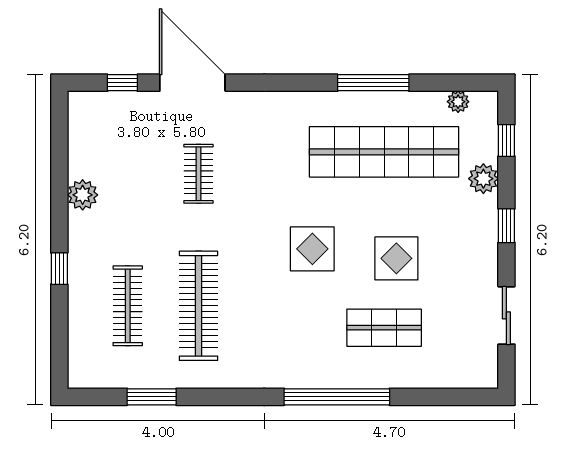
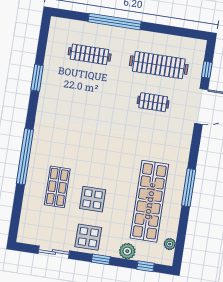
window: (373, 83) -> (189, 188), moved
plant: (83, 195) -> (151, 40), removed
display table: (312, 249) -> (88, 237), moved
window: (59, 269) -> (115, 22), width x3.17
clothes rail: (198, 306) -> (159, 65), moved
window: (152, 397) -> (37, 78), moved

